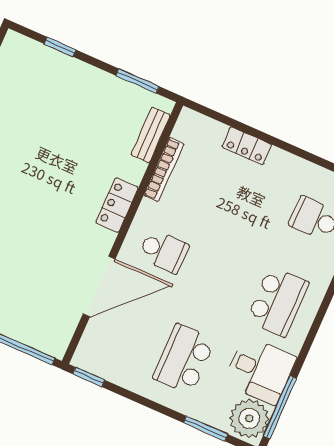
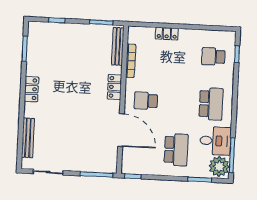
bench: (151, 135) -> (118, 46), width x1.36
school desk: (163, 251) -> (146, 101), turned 180
door: (99, 286) -> (121, 130), hinge flipped
school desk: (184, 359) -> (176, 150), turned 180

